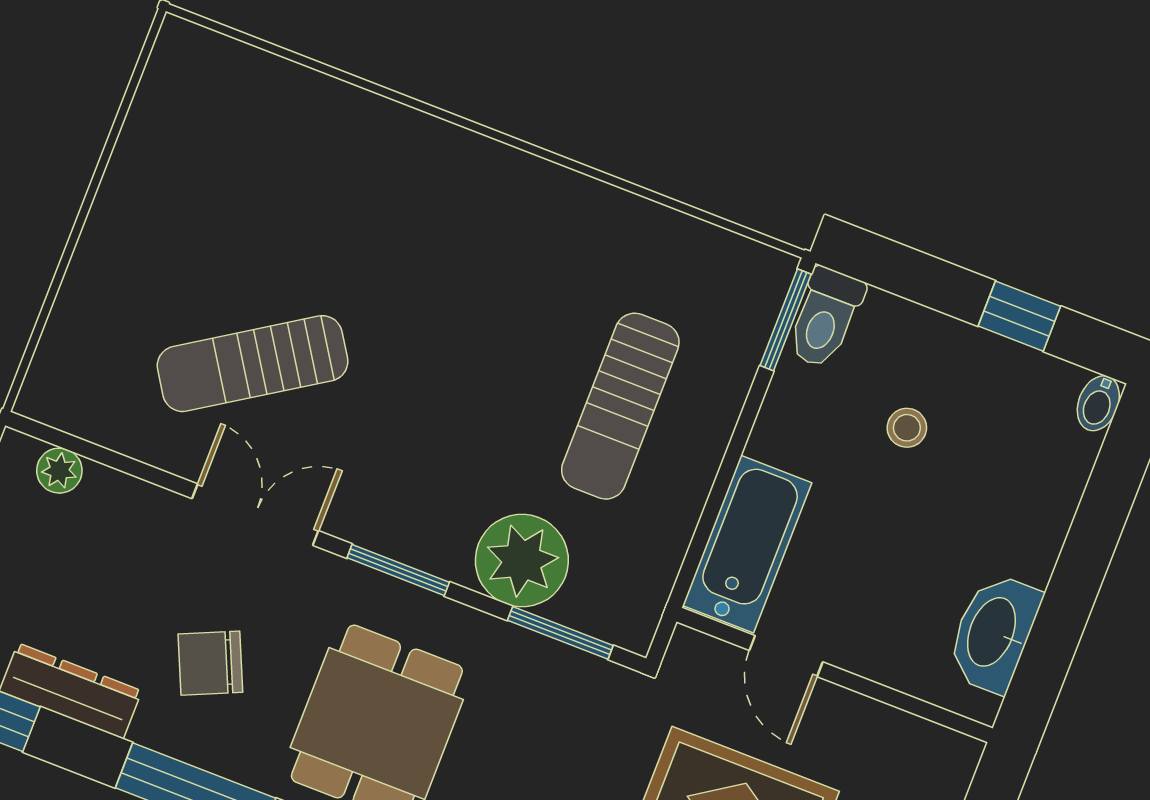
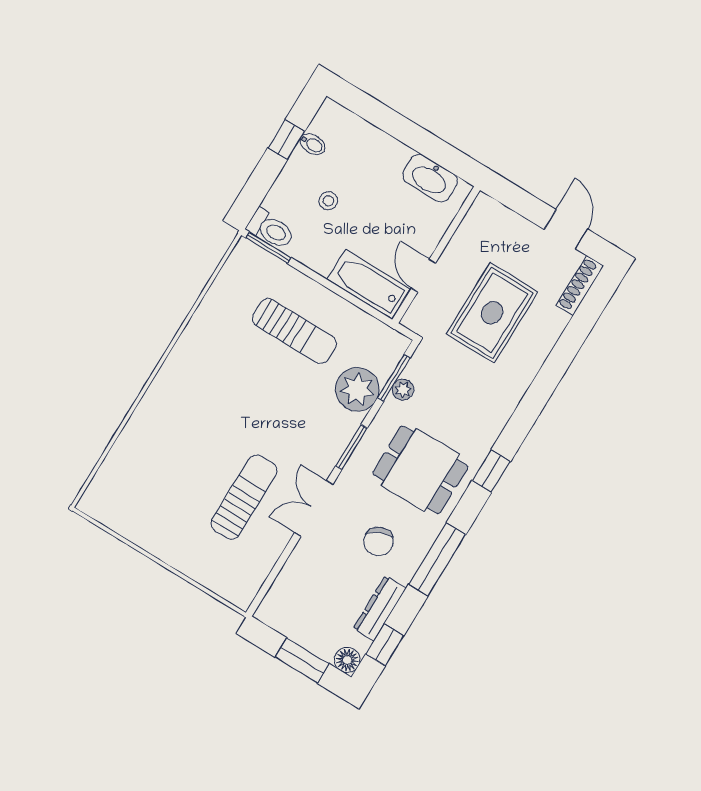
sun lounger: (253, 364) -> (244, 497), turned -147
bidet: (1098, 403) -> (312, 144), moved
plant: (59, 471) -> (403, 390), moved
door: (786, 656) -> (423, 276), swing flipped

